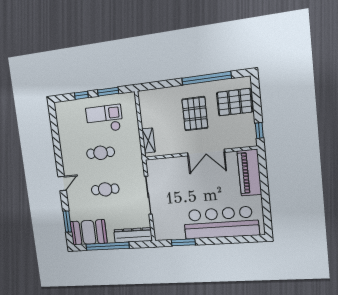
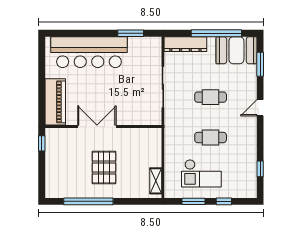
pallet: (235, 102) -> (63, 174), removed
window: (55, 129) -> (260, 169), added
shelving: (148, 140) -> (156, 181), moved

